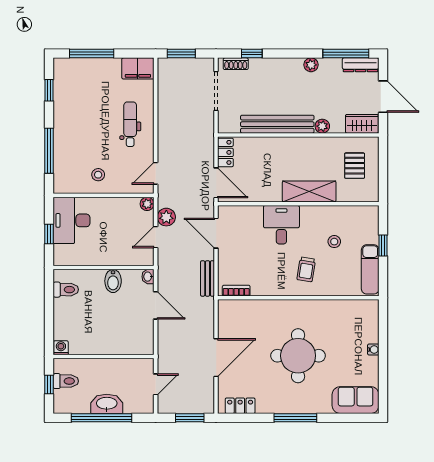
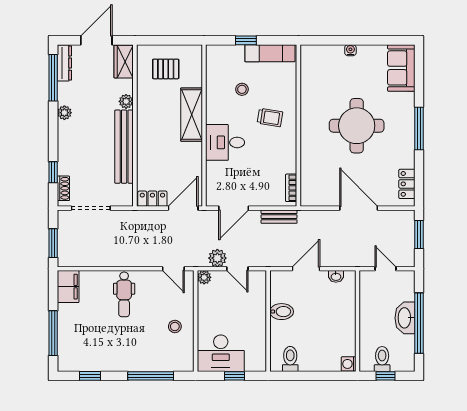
dental chair: (130, 124) -> (124, 294), turned -90
washbasin: (148, 277) -> (336, 276), moved

